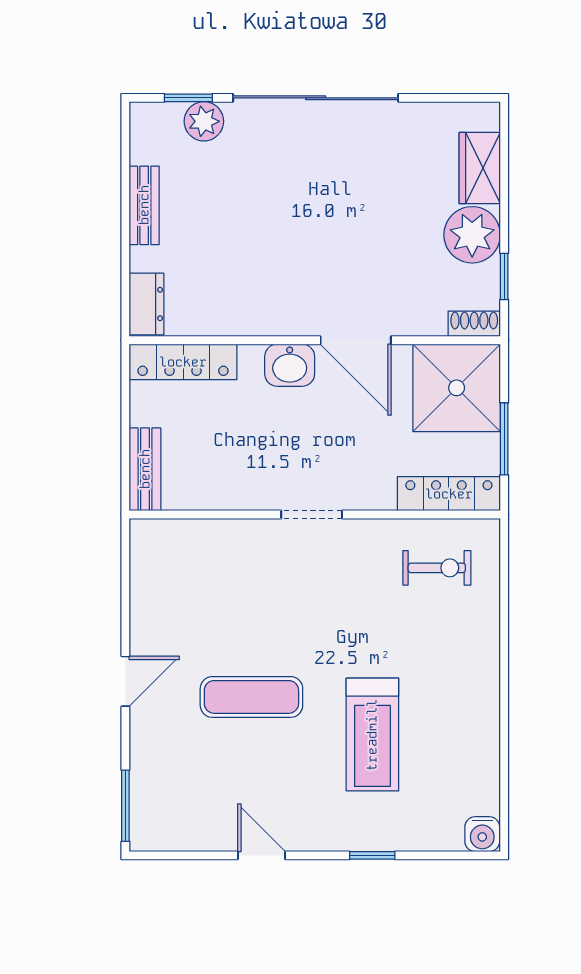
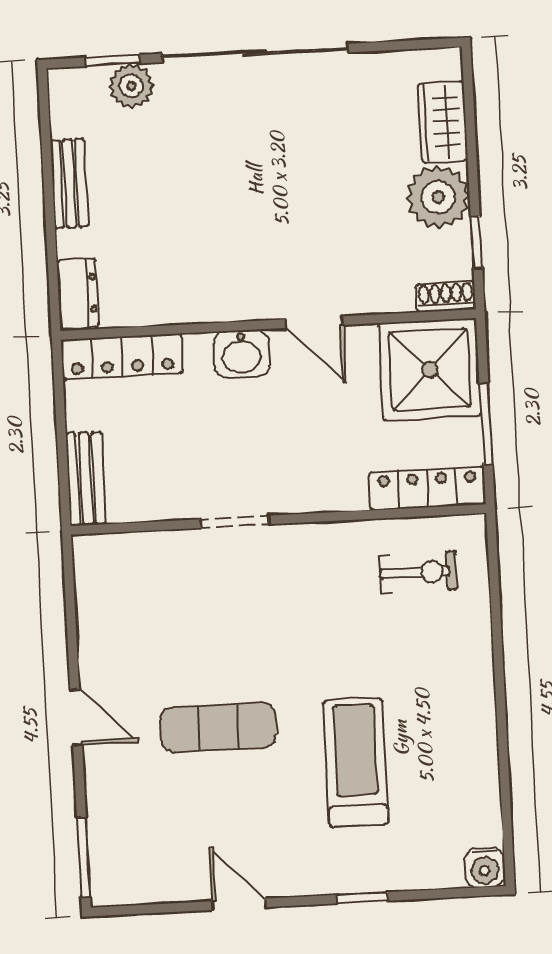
door: (356, 340) -> (314, 322), width x0.73
doorway: (312, 515) -> (235, 522), moved
door: (125, 681) -> (76, 717), hinge flipped
treadmill: (372, 735) -> (356, 762), turned 180

